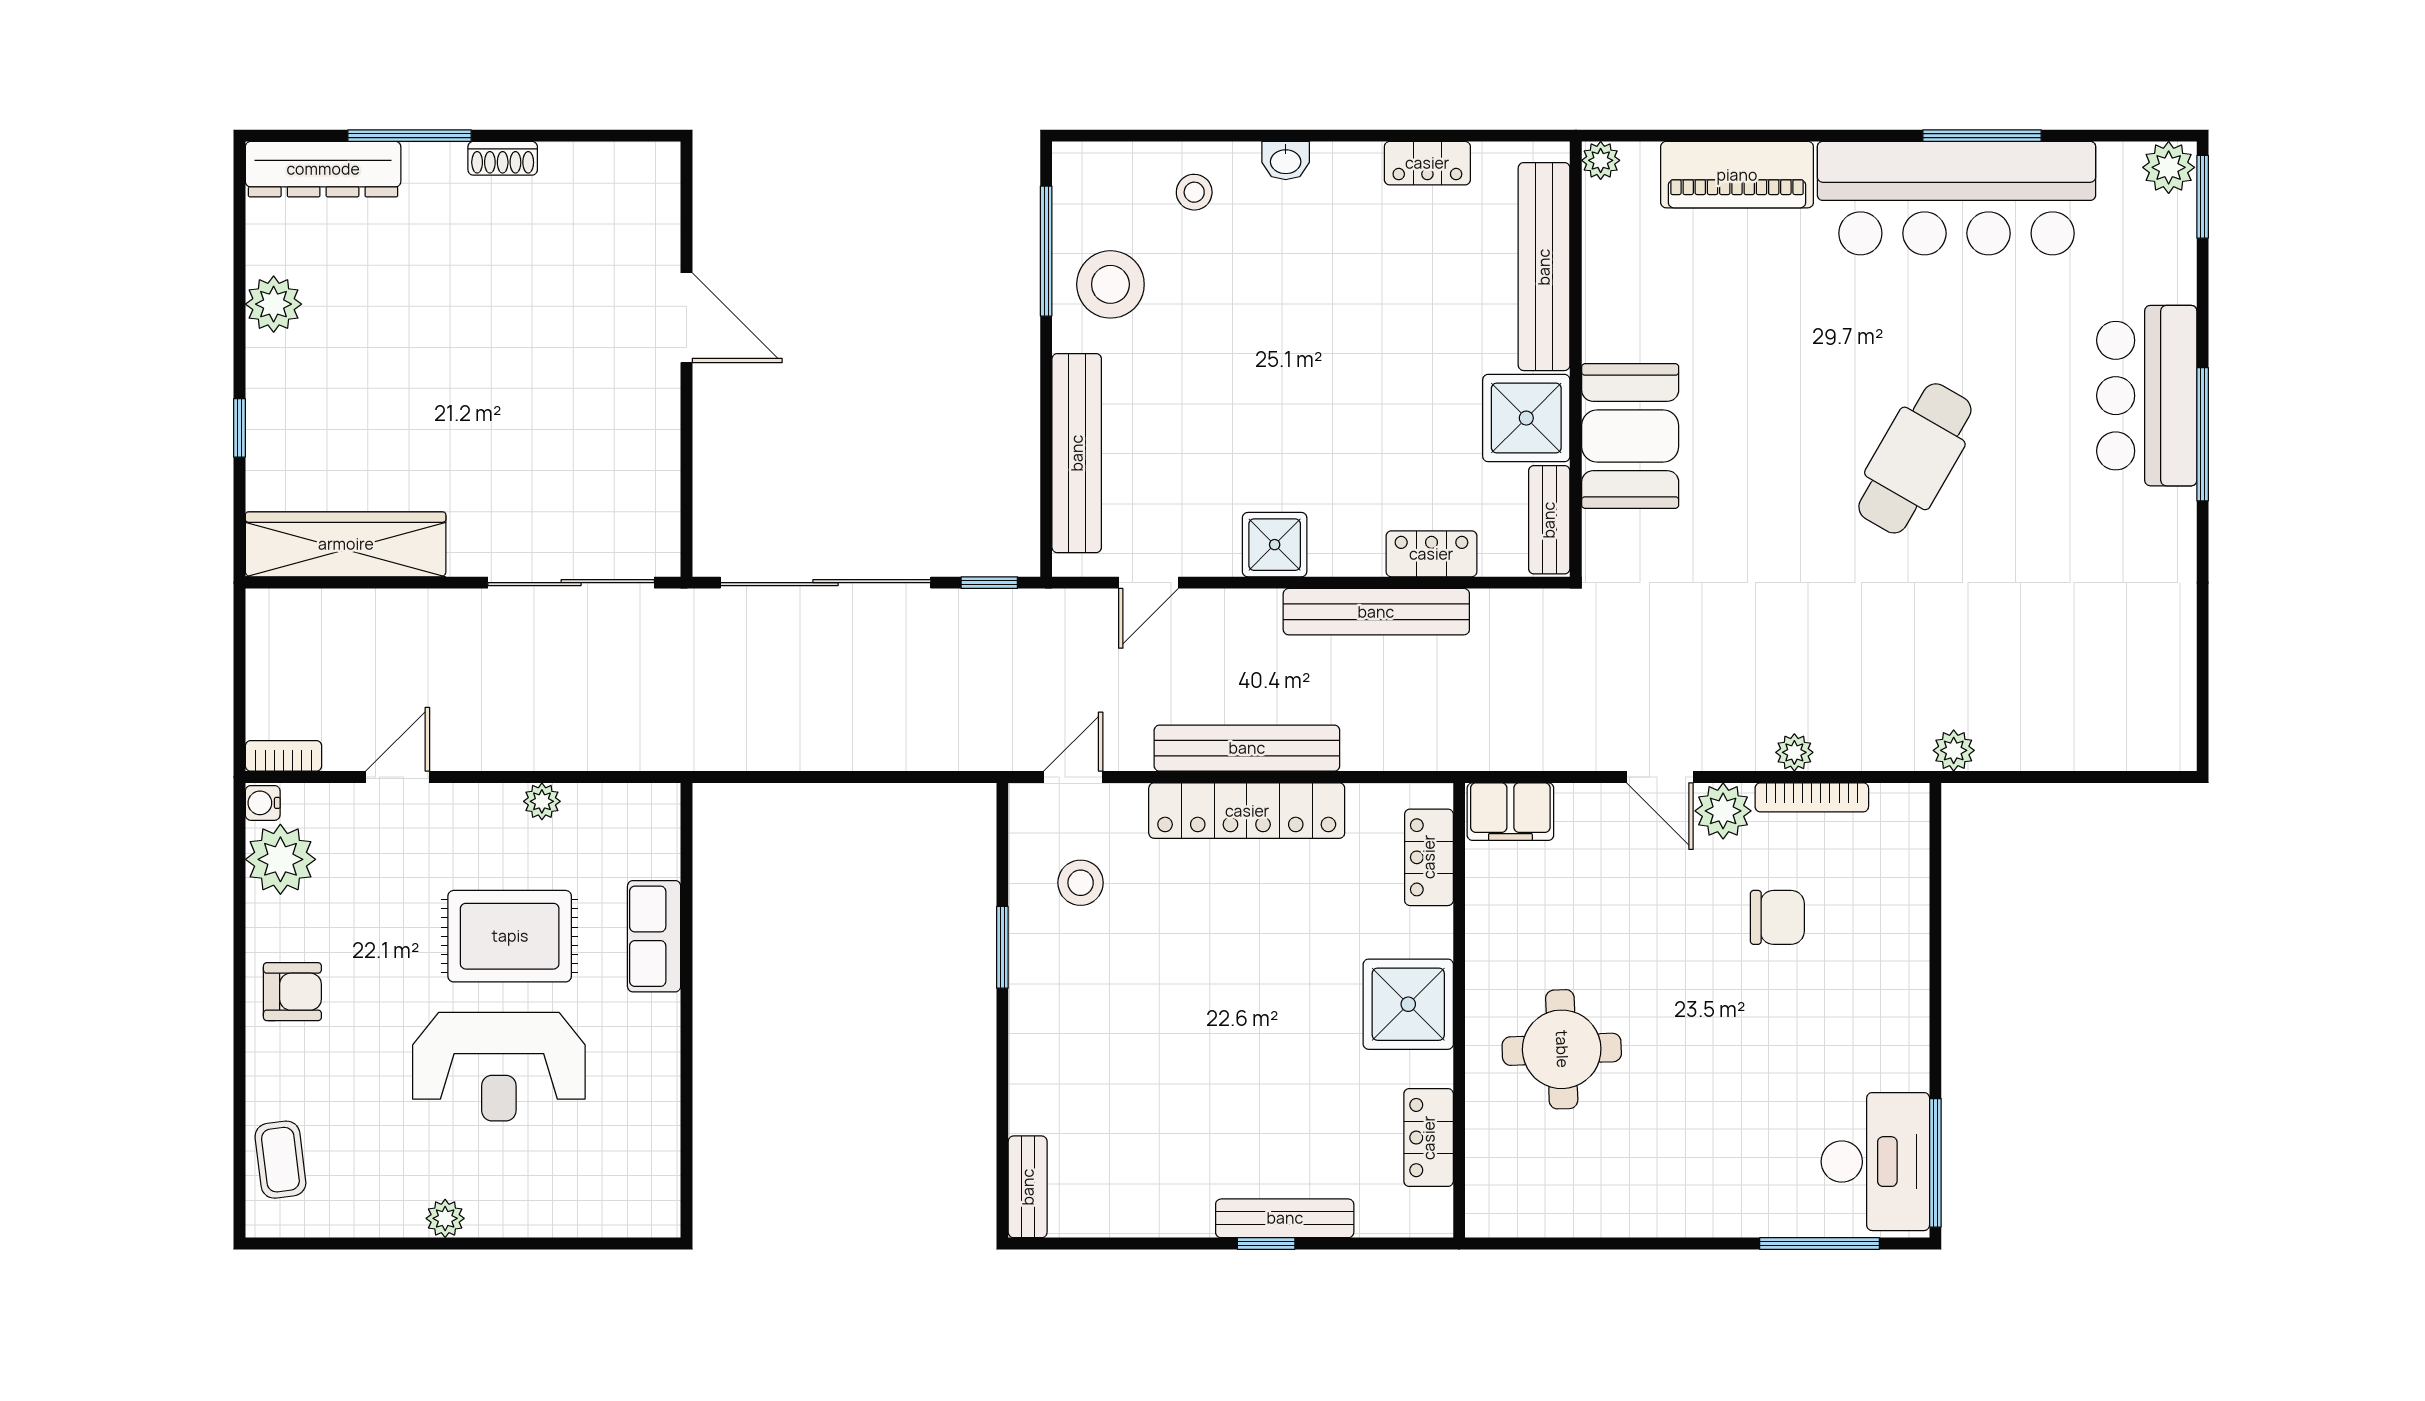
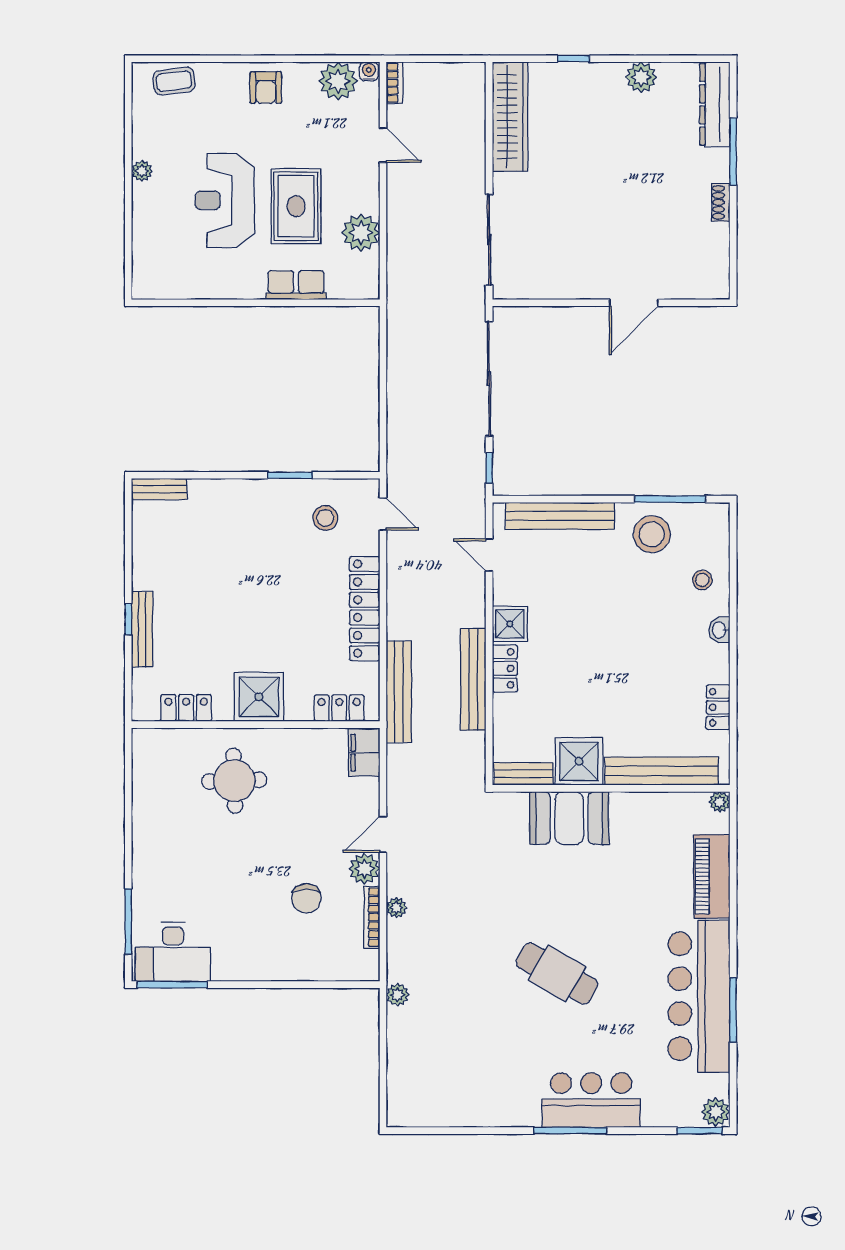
locker: (1431, 554) -> (505, 668), moved
bench: (1247, 748) -> (399, 692), moved
plant: (542, 801) -> (361, 233), width x1.88, depth x1.88

